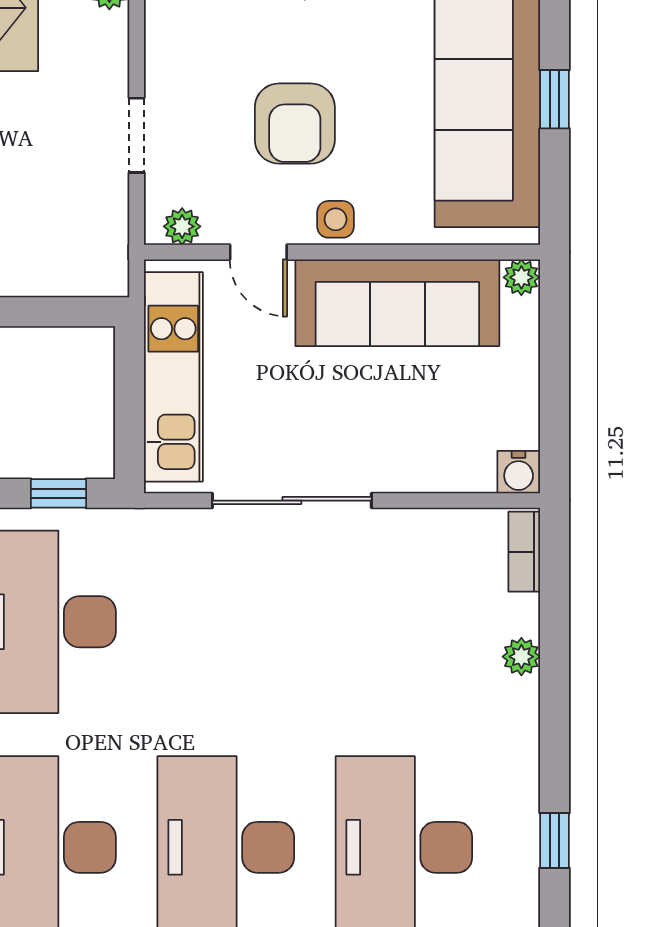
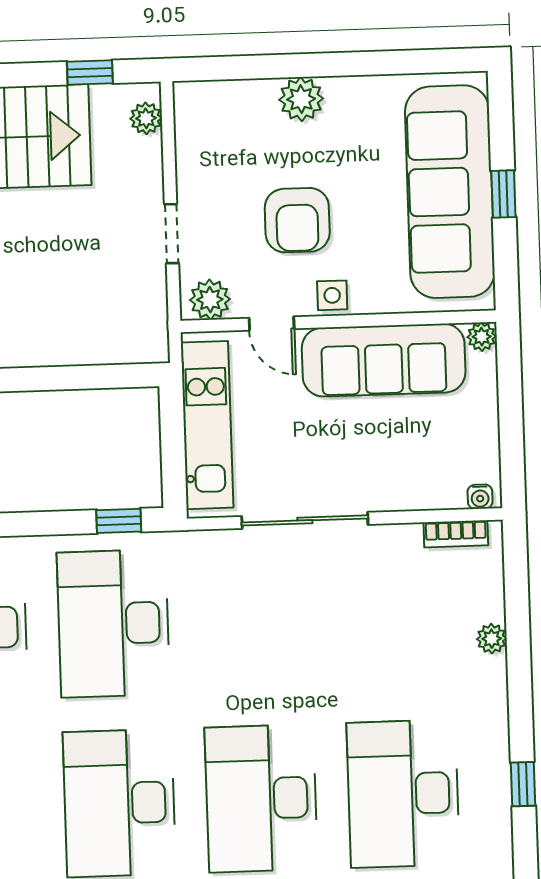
plant: (182, 226) -> (210, 300), width x1.38, depth x1.38
water cooler: (519, 472) -> (480, 497), width x0.72, depth x0.72
bookcase: (524, 552) -> (456, 534), moved, turned -90

